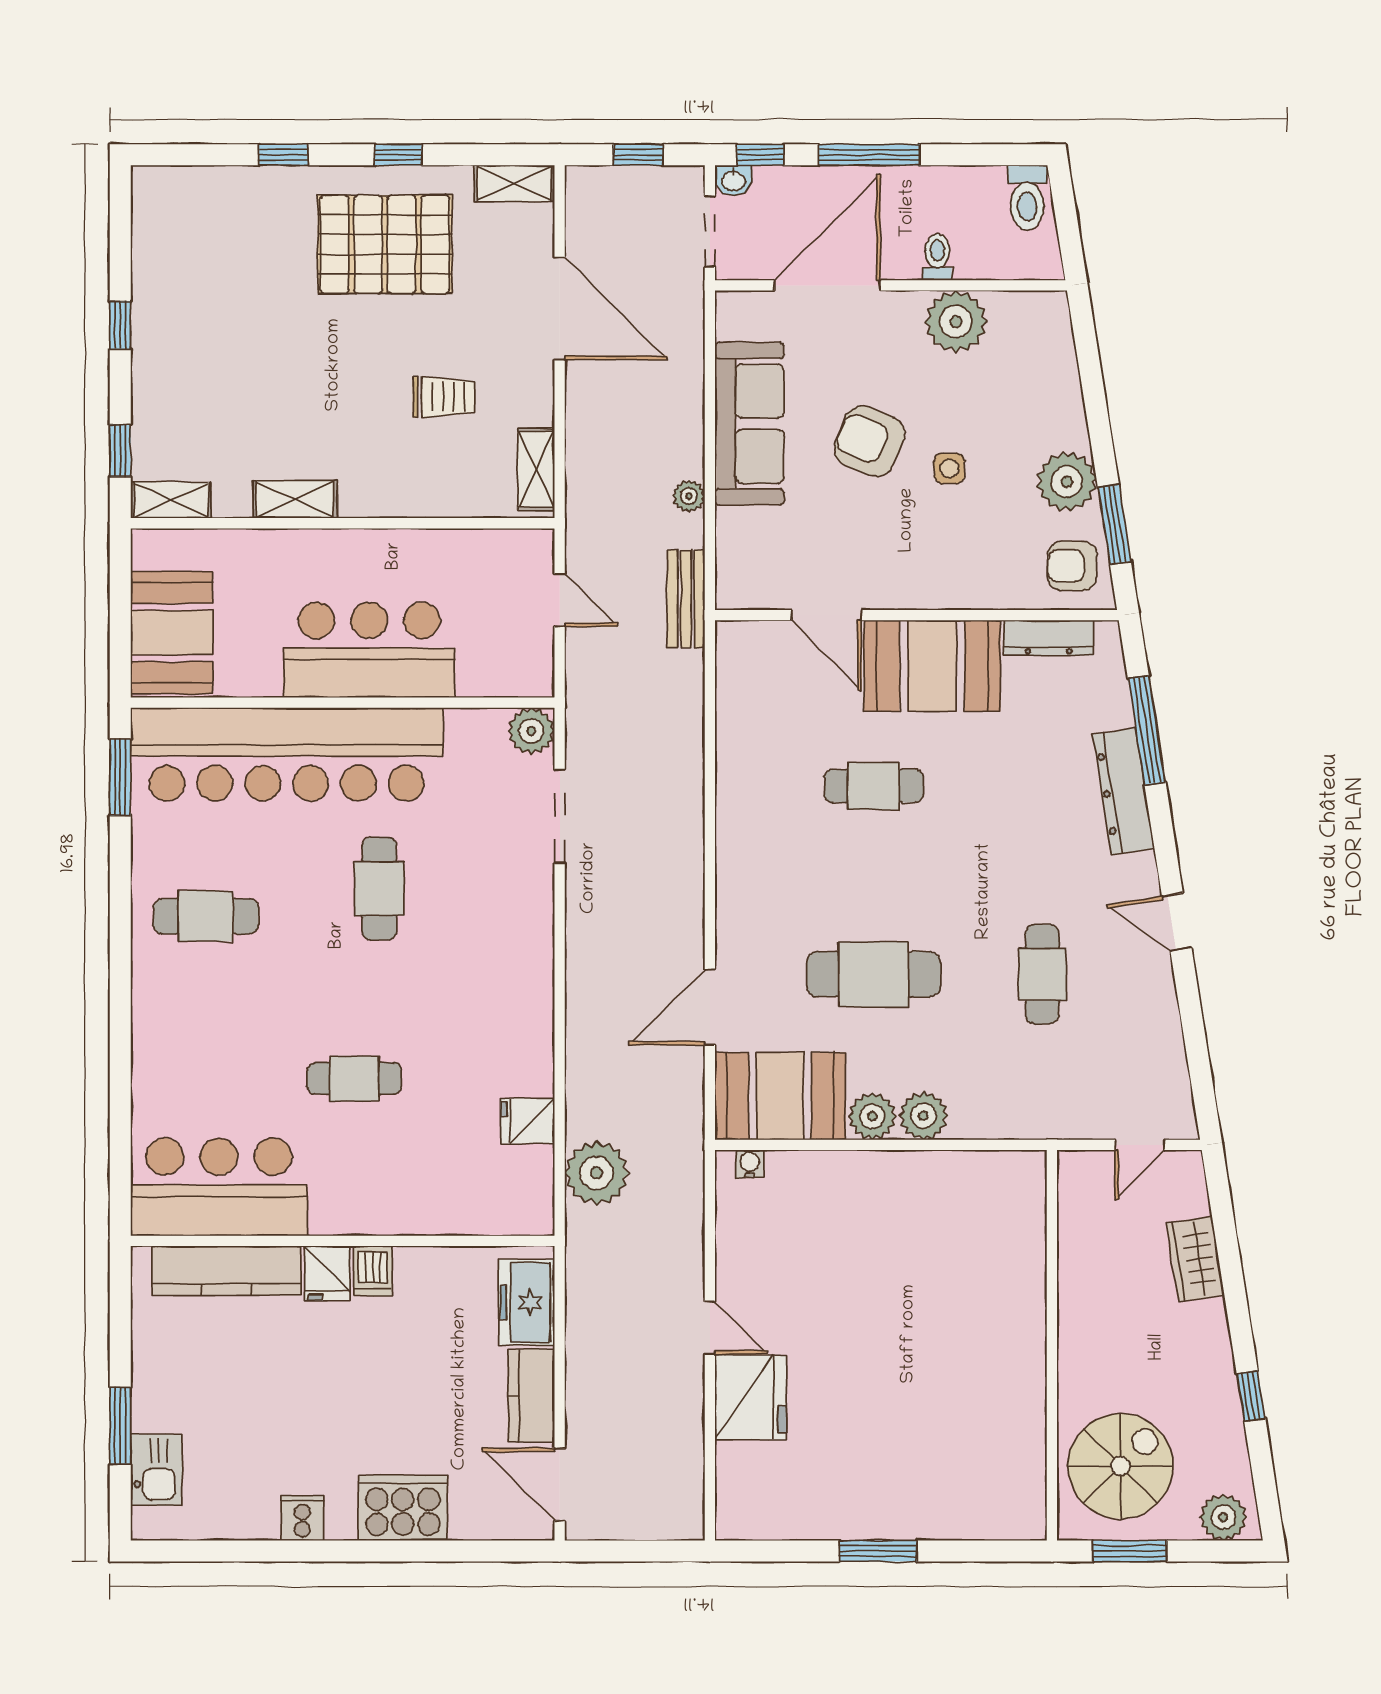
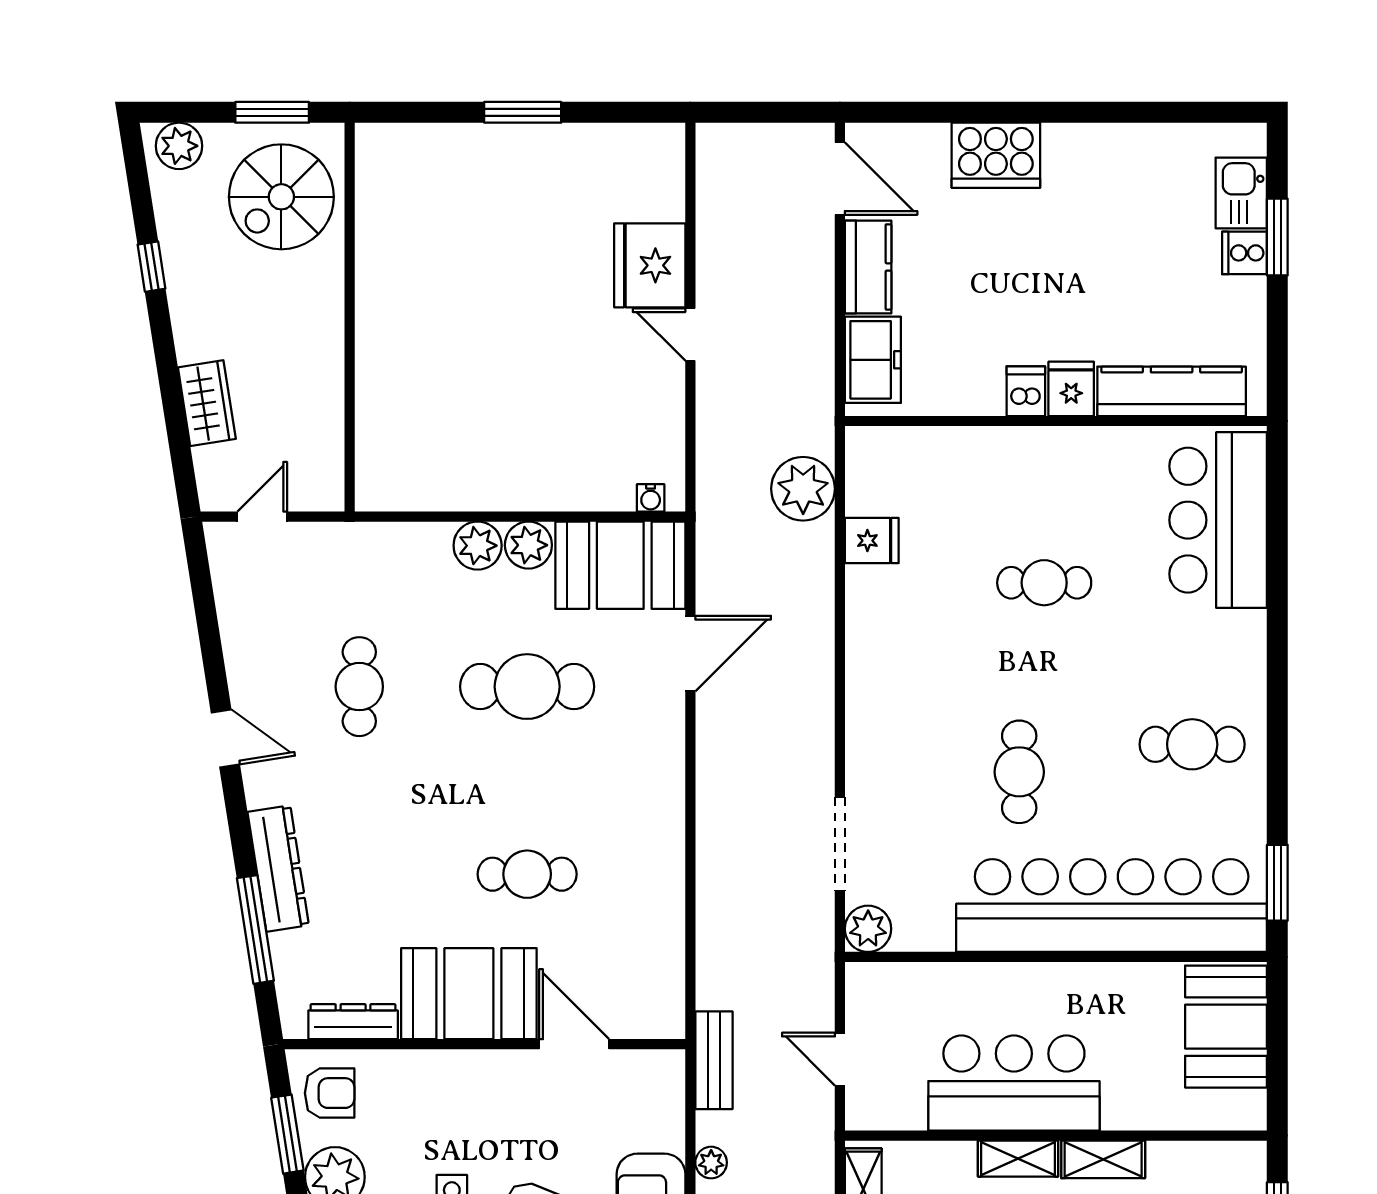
shelving: (171, 500) -> (1018, 1159), moved
bar counter: (369, 650) -> (1014, 1083), moved, turned 180
bar counter: (219, 1187) -> (1218, 520), moved, turned 90
cooker: (302, 1518) -> (1245, 253), moved, turned 90

